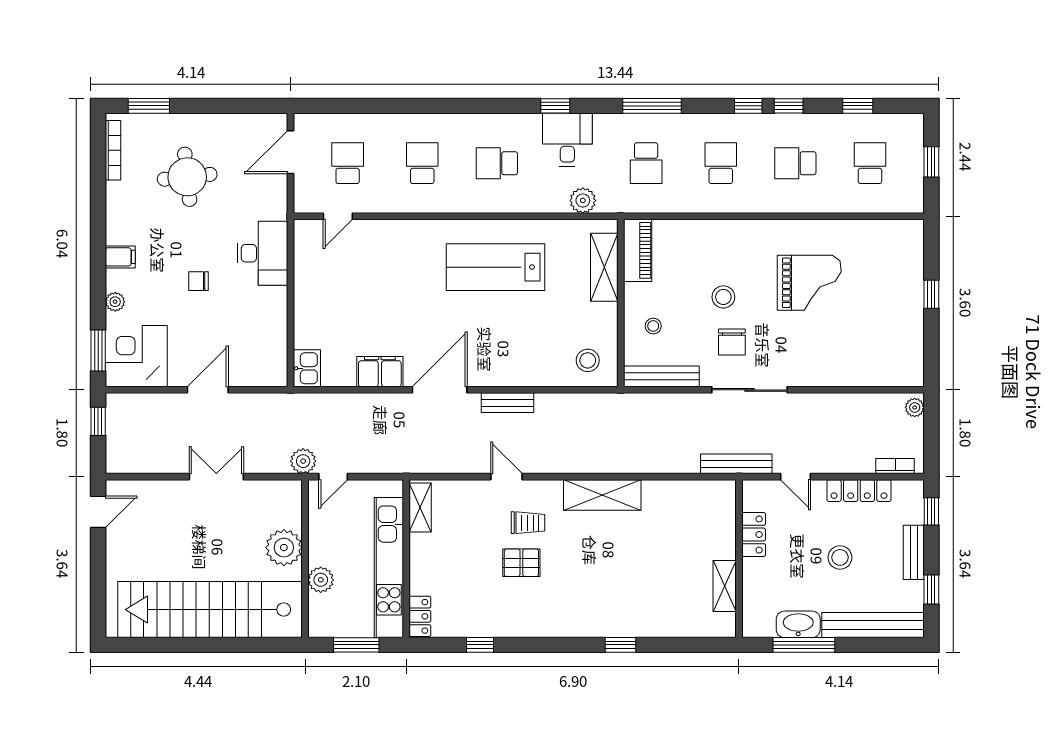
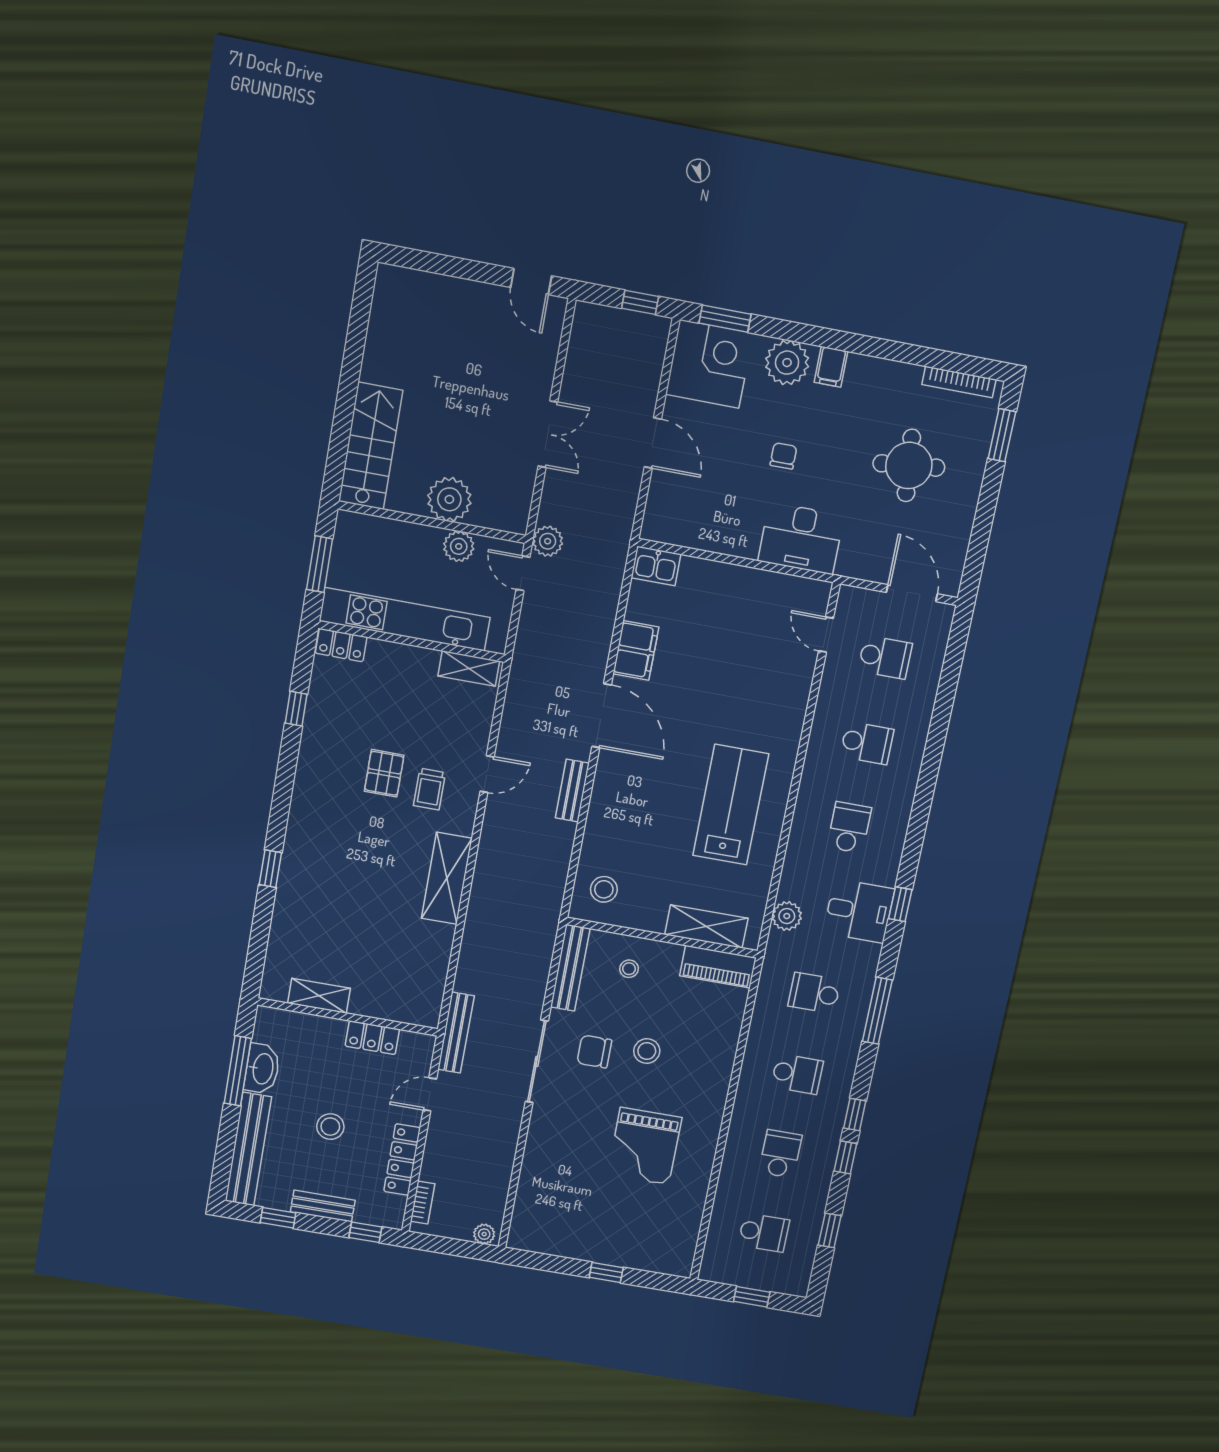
plant: (115, 302) -> (787, 363), width x1.87, depth x1.87
plant: (321, 580) -> (459, 546), moved
stairs: (210, 610) -> (371, 446), width x0.54, depth x0.66

